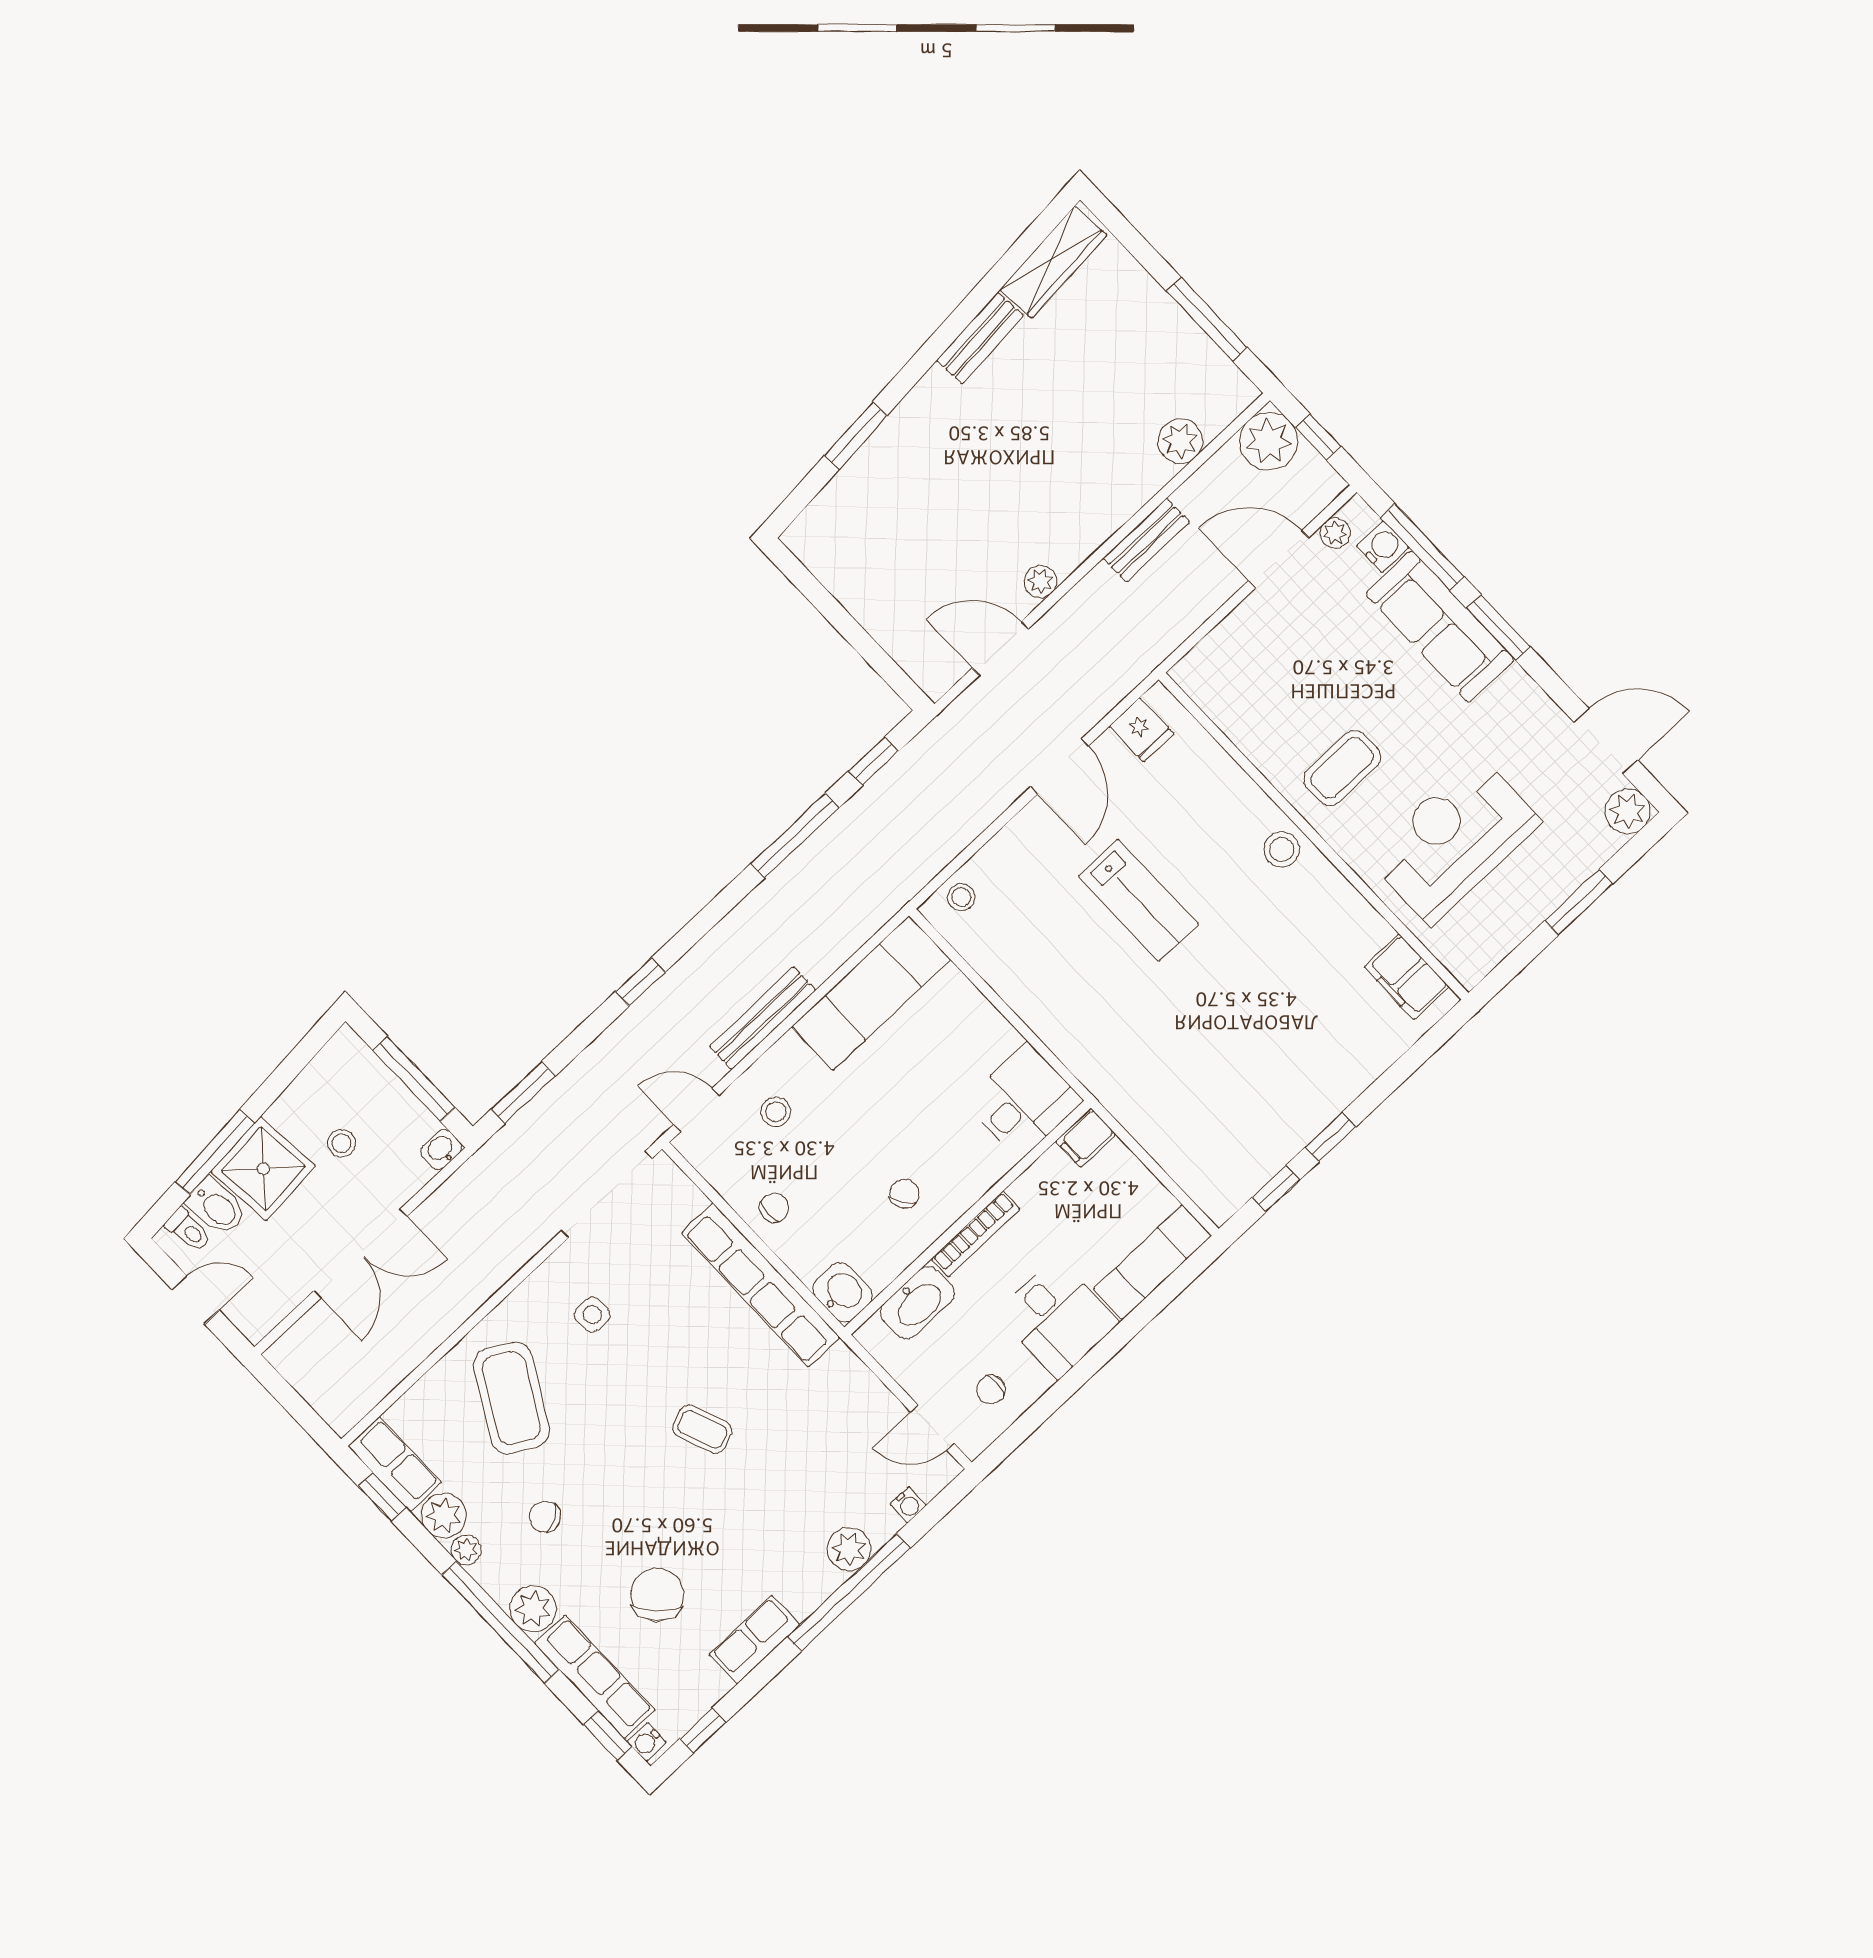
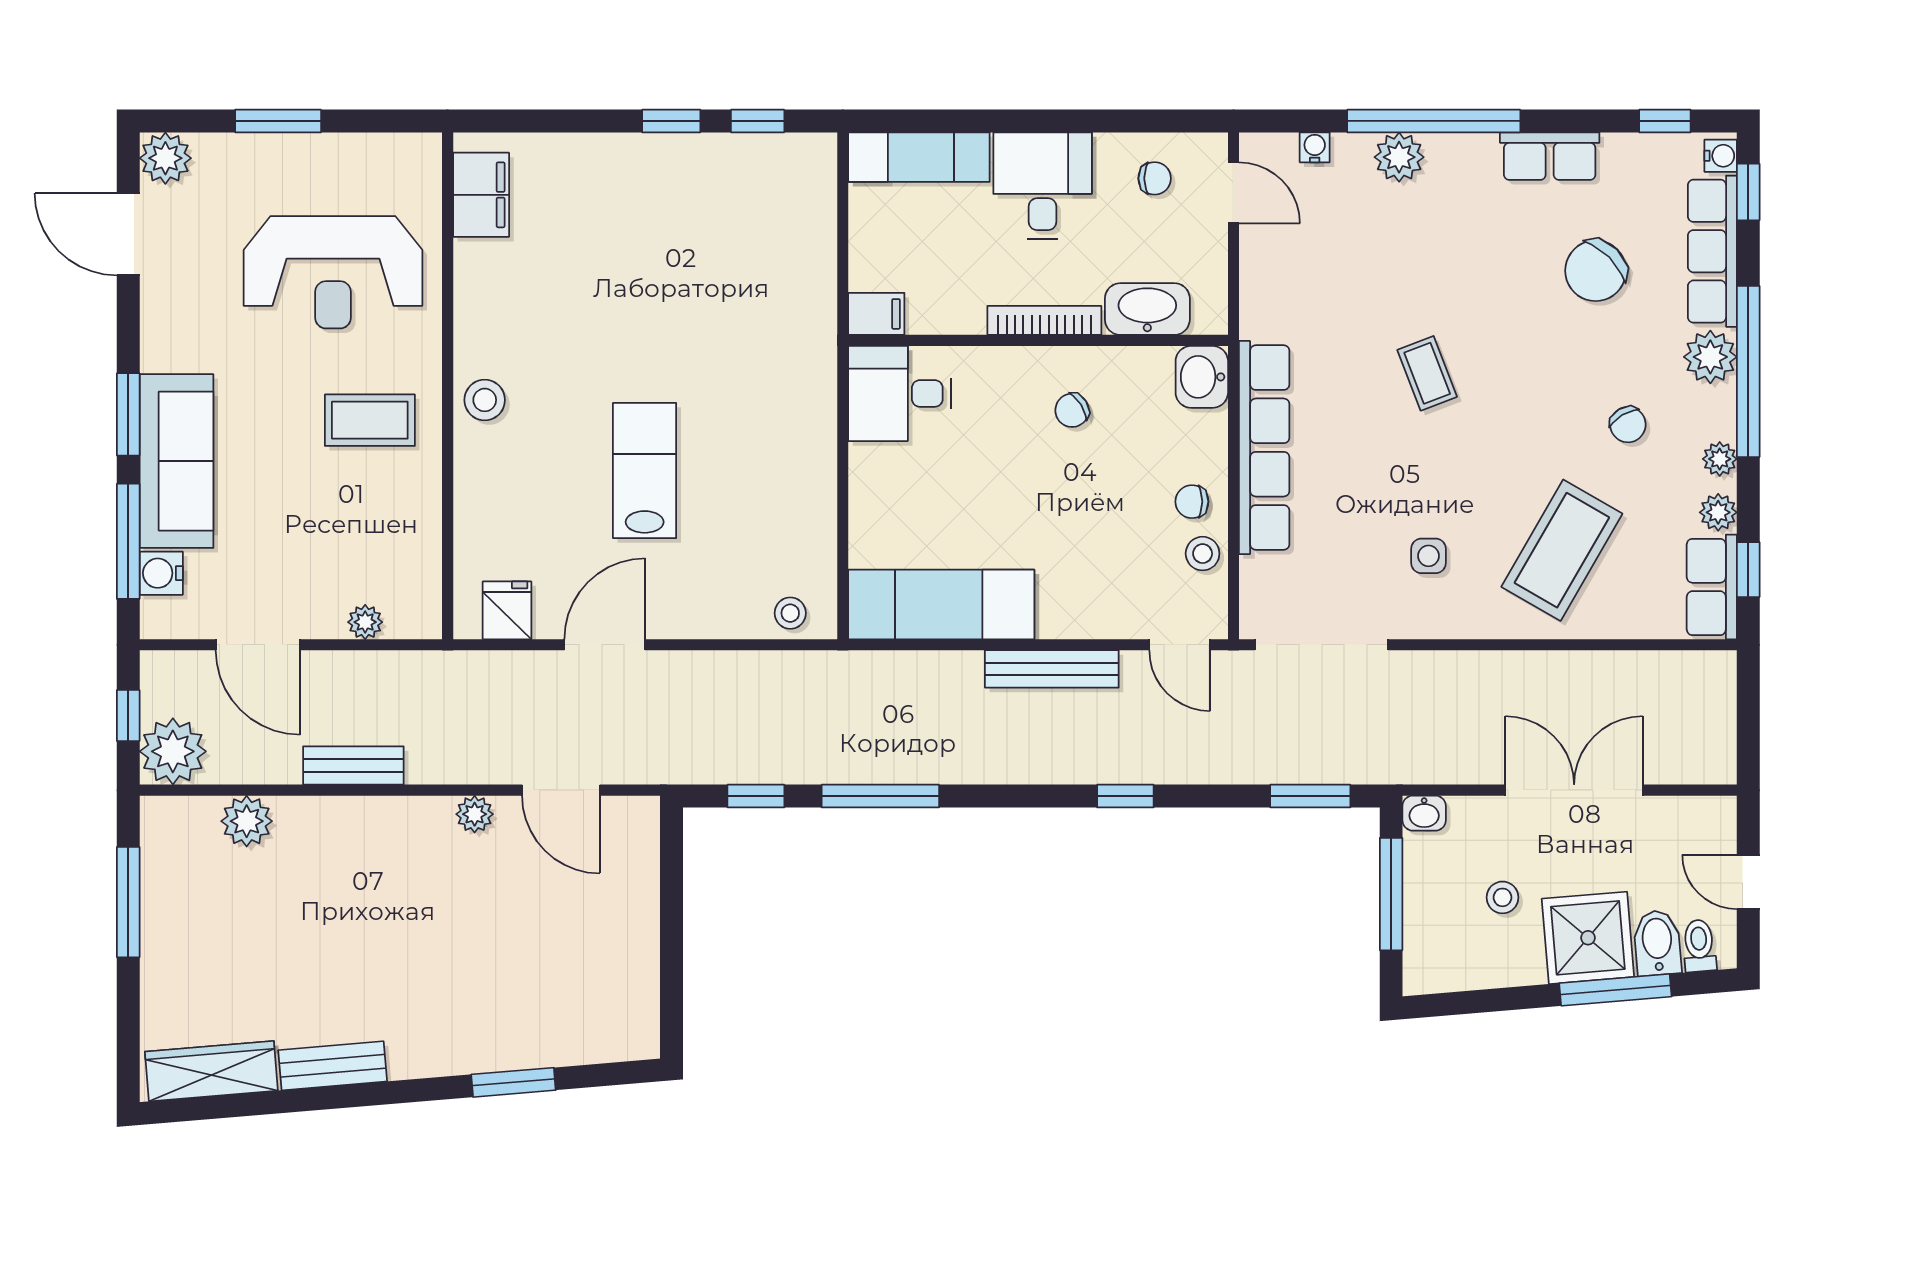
plant: (1335, 533) -> (365, 622), moved
stool: (776, 1112) -> (1203, 554), moved
plant: (444, 1516) -> (1718, 512), width x0.73, depth x0.73

